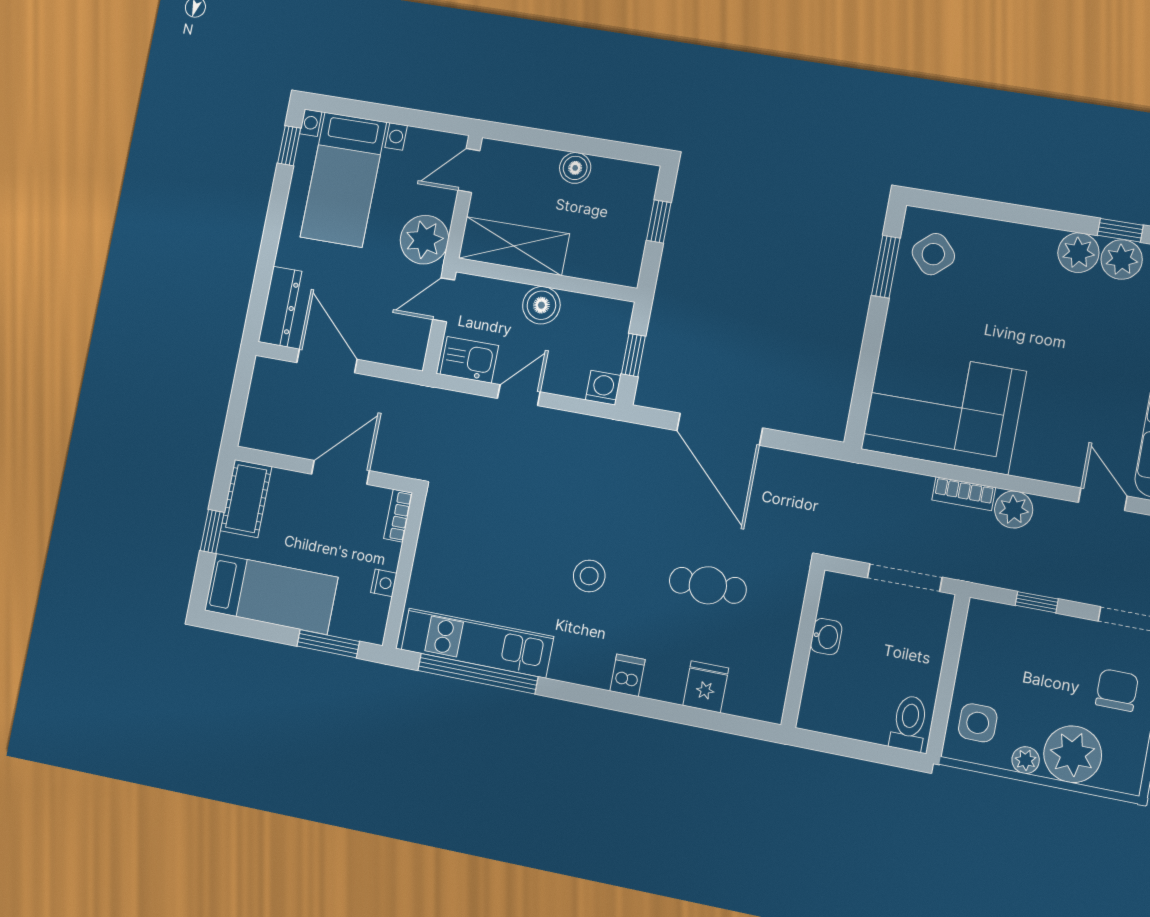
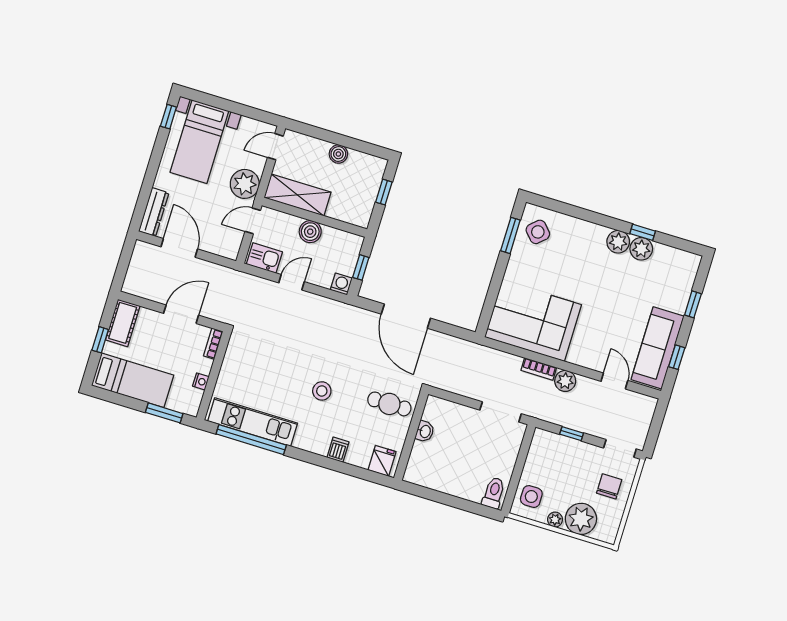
washbasin: (826, 637) -> (425, 431), moved
wall: (803, 647) -> (411, 436), moved

